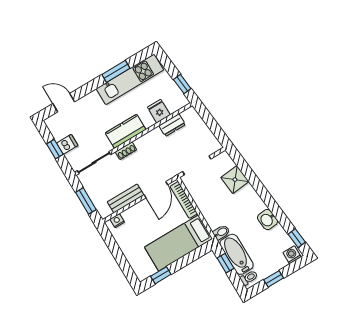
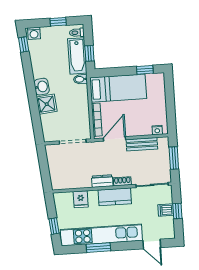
kitchen unit: (130, 79) -> (101, 235), width x1.36
window: (182, 84) -> (54, 226), moved
dresser: (172, 125) -> (102, 181), moved
shower: (235, 180) -> (47, 104), moved
washbasin: (268, 219) -> (42, 87), moved

